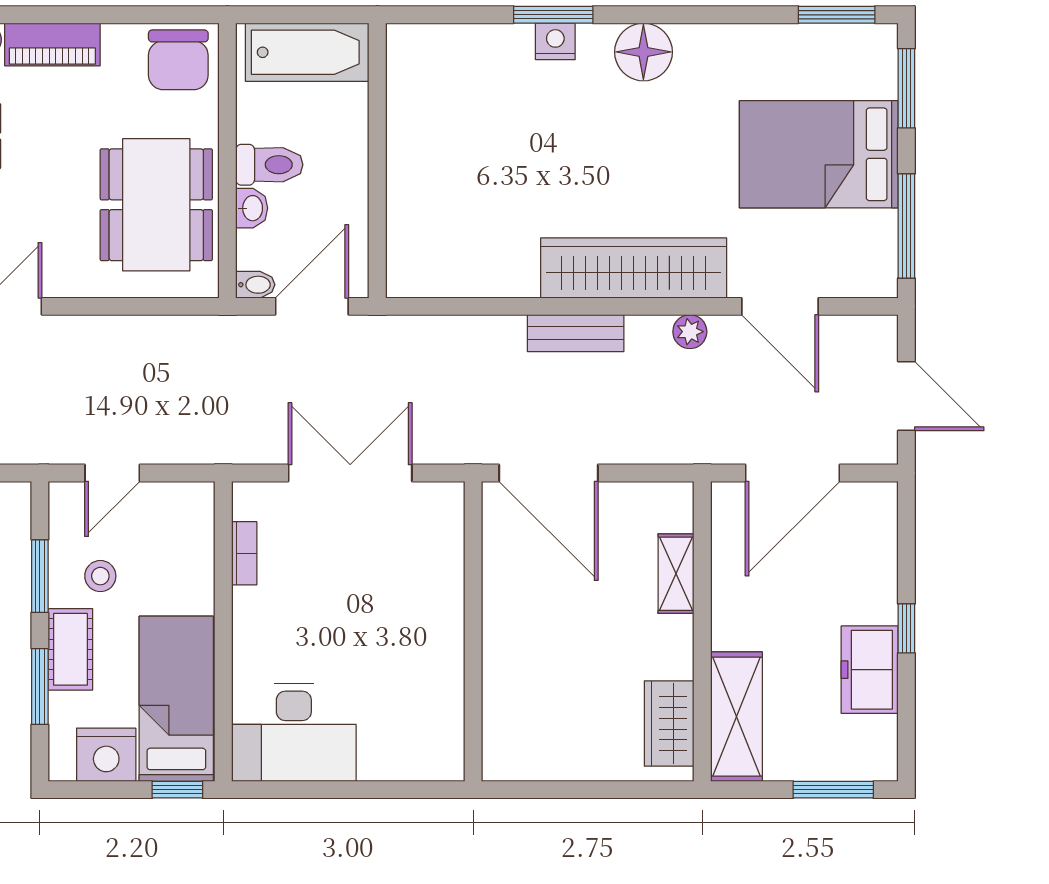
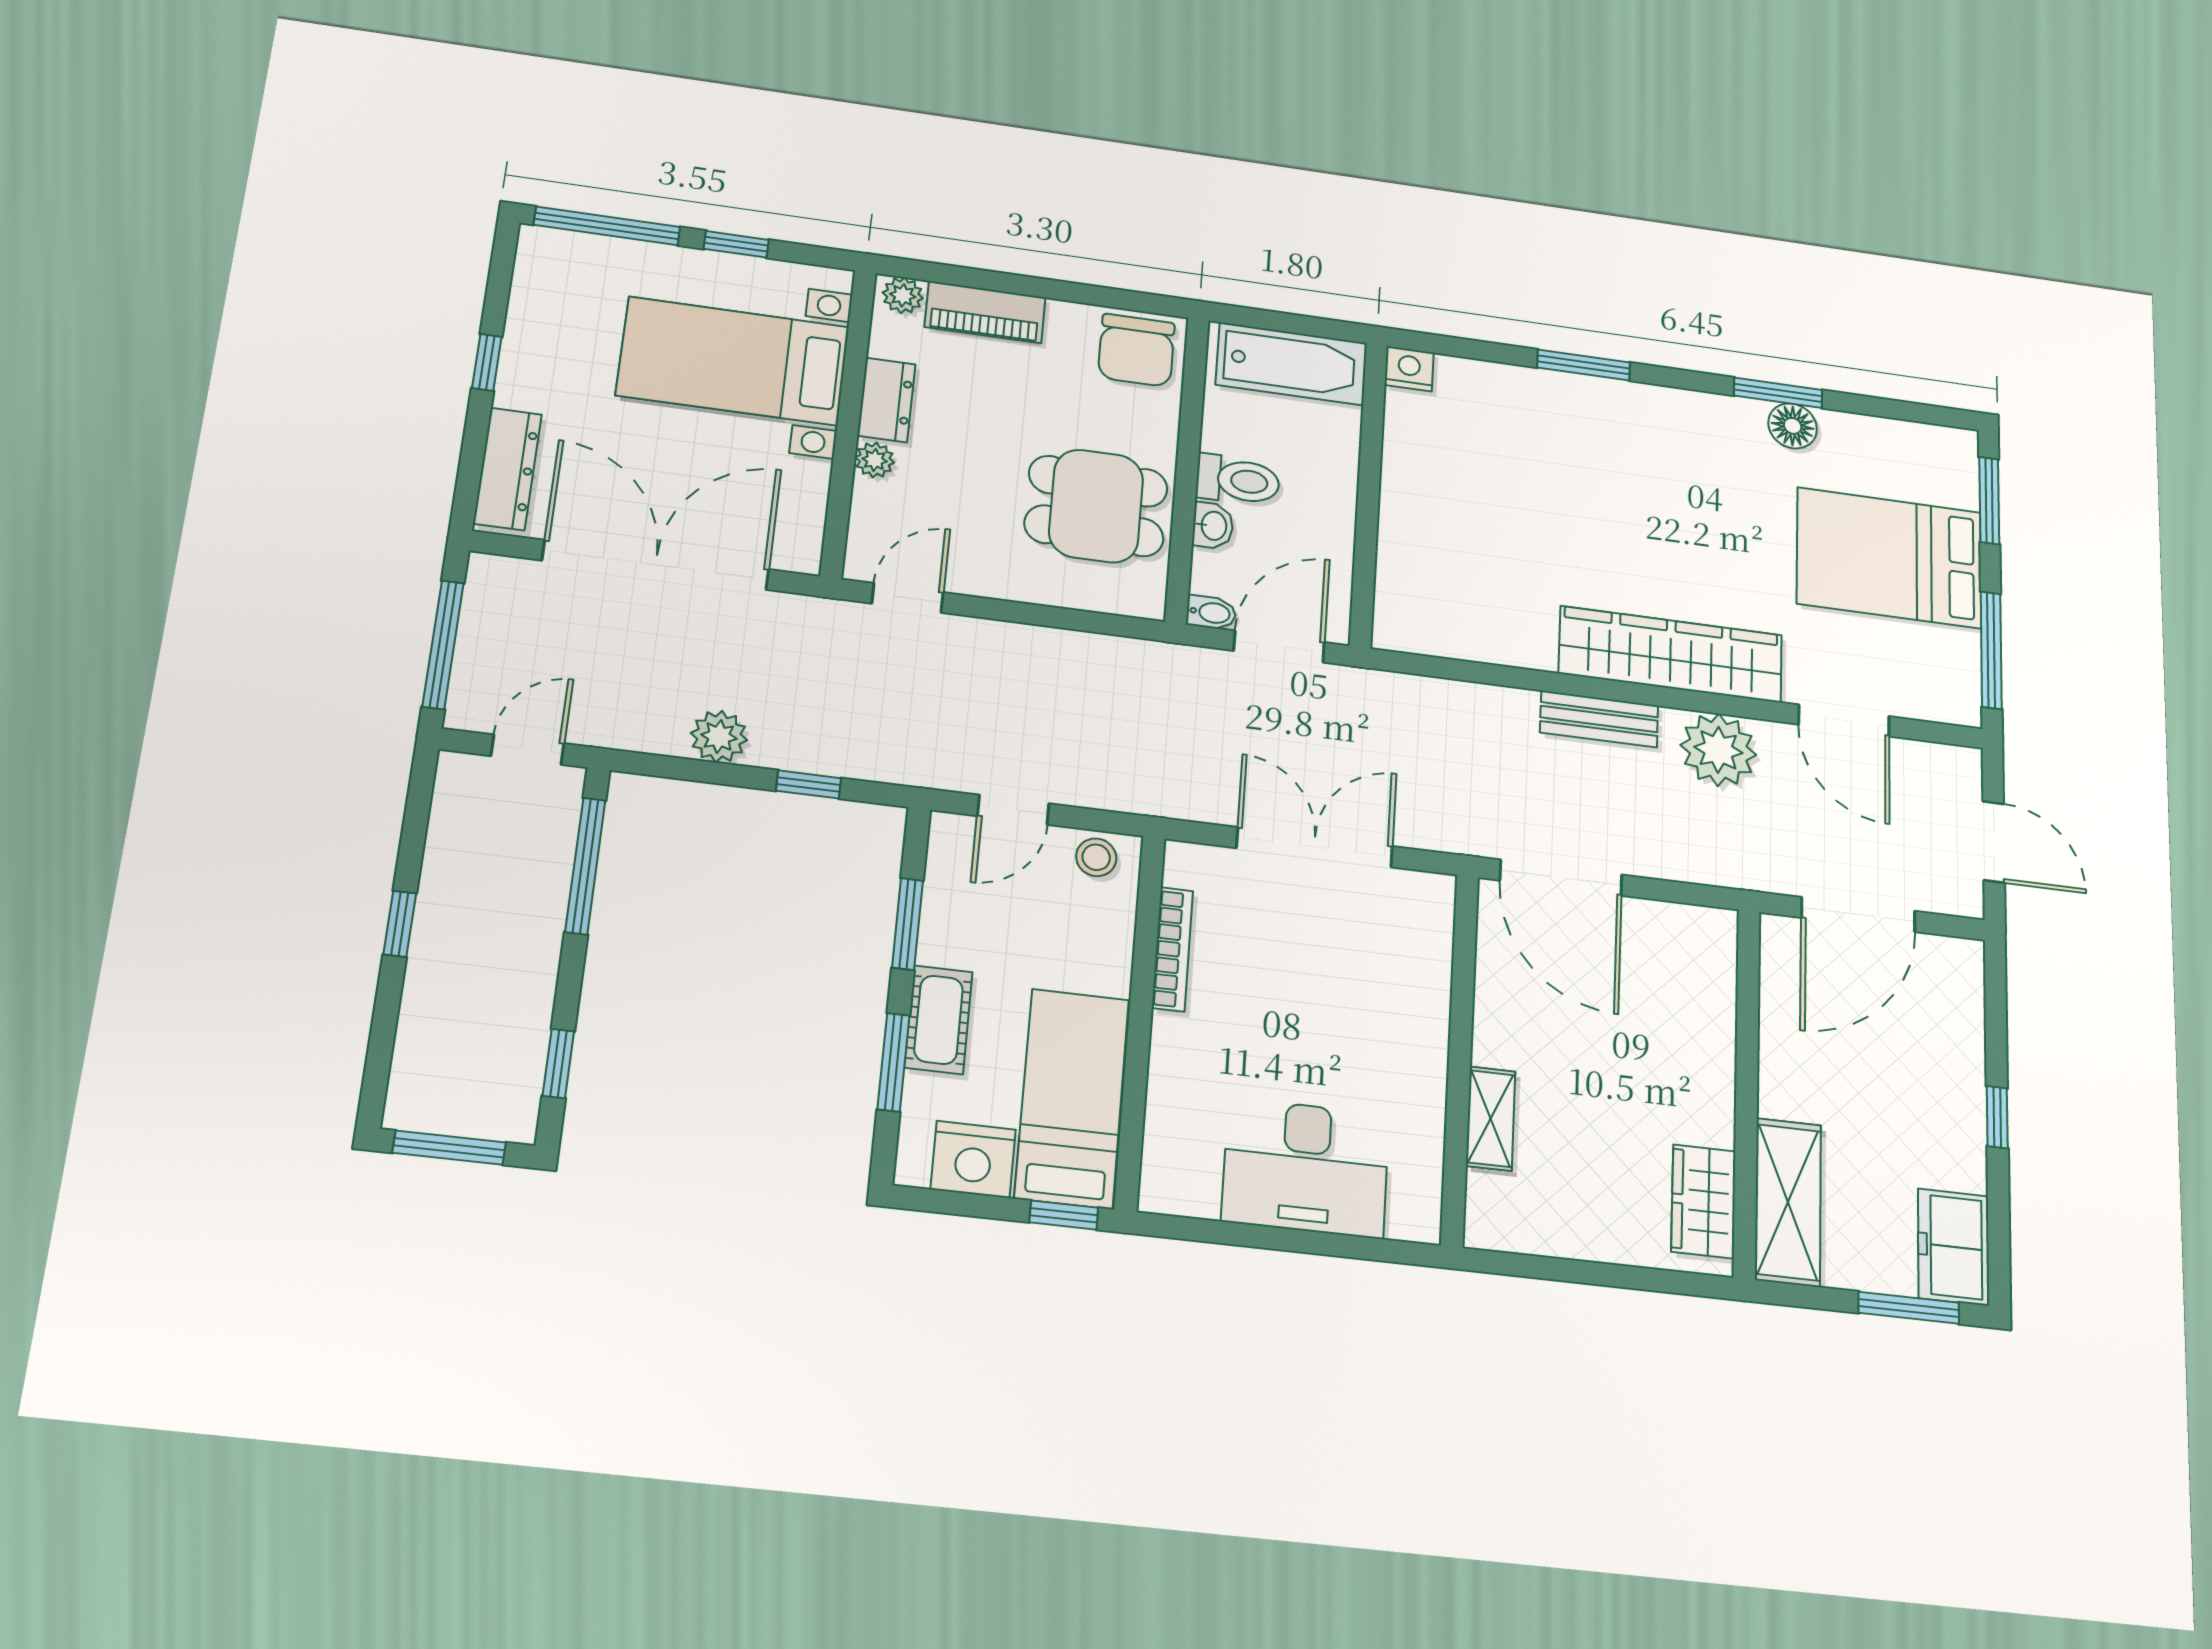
window: (837, 15) -> (1778, 393), moved
nightstand: (555, 41) -> (1409, 369), moved
floor lamp: (643, 52) -> (1793, 426), moved, width x0.73, depth x0.73
dining table: (156, 205) -> (1096, 506), width x0.73
plant: (690, 332) -> (1718, 750), width x1.88, depth x1.88
bookcase: (244, 553) -> (1172, 949), width x1.56
shelving: (676, 574) -> (1491, 1119), moved
stool: (100, 576) -> (1096, 857), moved
freezer: (870, 670) -> (1954, 1247), moved
desk: (294, 732) -> (1306, 1168), moved

